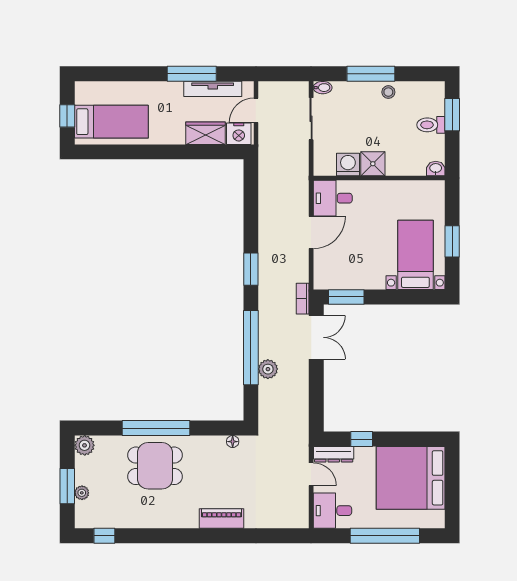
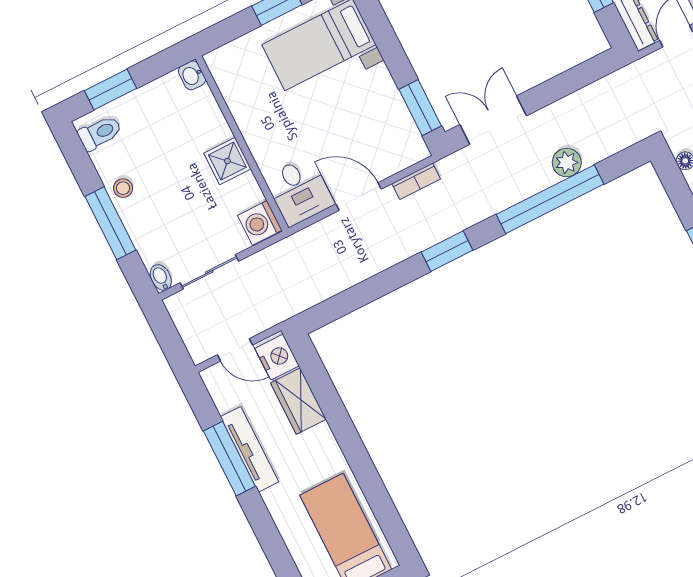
tv unit: (213, 89) -> (250, 449), moved
toilet: (431, 125) -> (100, 133), moved, turned -90
washing machine: (348, 164) -> (260, 223), moved
bookcase: (303, 299) -> (416, 181), moved

